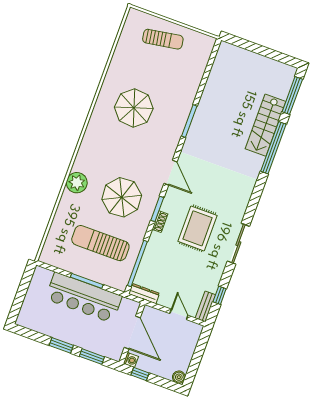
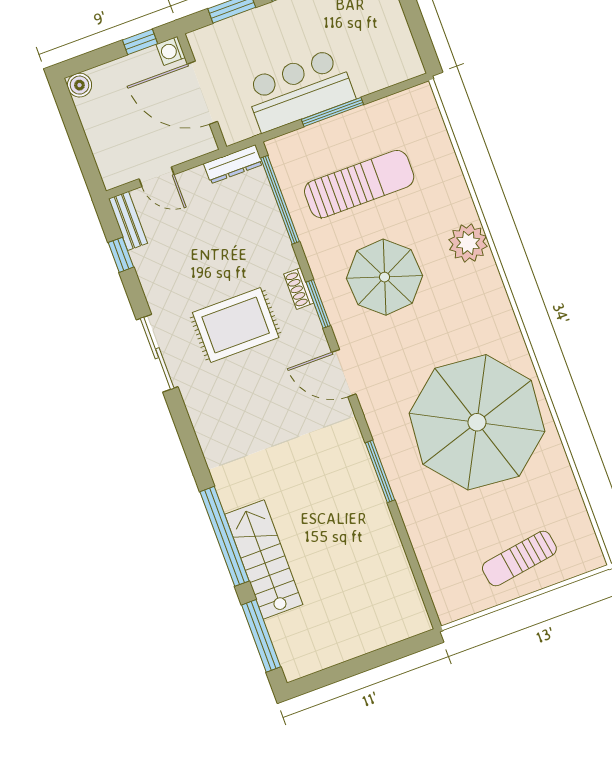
parasol: (134, 108) -> (477, 422), width x1.86, depth x1.86
rug: (198, 228) -> (236, 325), turned 90
bar counter: (84, 298) -> (299, 90), width x0.73

